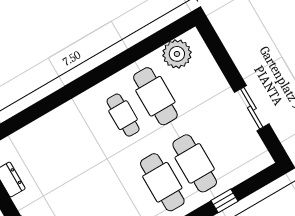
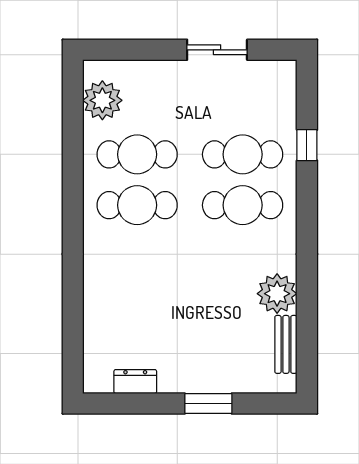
cafe table: (123, 115) -> (137, 205), width x1.37, depth x1.35

